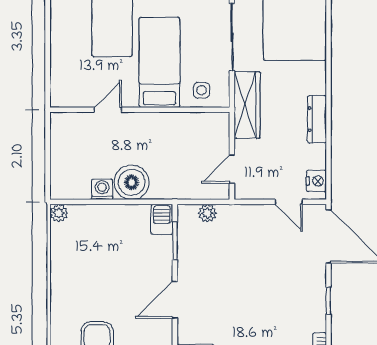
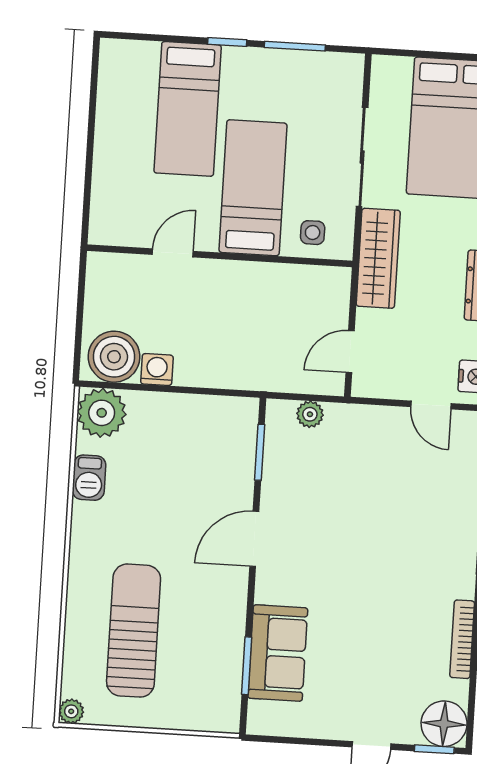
boiler: (132, 182) -> (114, 357), moved
plant: (59, 213) -> (102, 413), width x1.88, depth x1.88
barbecue: (162, 219) -> (89, 478), moved, turned 180

